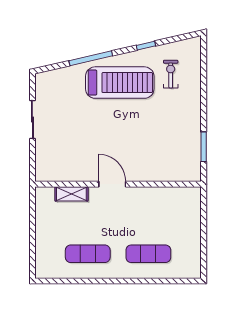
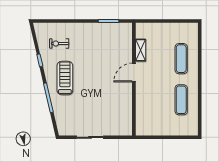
treadmill: (120, 83) -> (65, 78), width x0.73, depth x0.73
door: (112, 184) -> (134, 73), moved
shelving: (71, 194) -> (141, 50), moved

